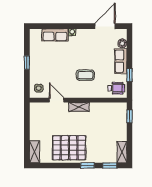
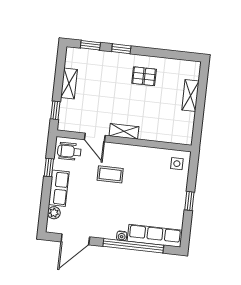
window: (63, 26) -> (133, 246), added
row of seats: (55, 35) -> (155, 236), width x1.48
door: (57, 100) -> (95, 138), moved
pallet: (69, 148) -> (144, 76), width x0.49, depth x0.50
shelving: (34, 152) -> (190, 96), moved
shelving: (122, 152) -> (69, 84), moved

